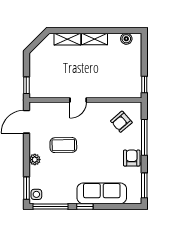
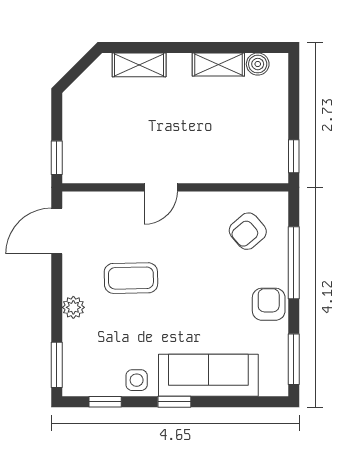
shelving: (95, 39) -> (218, 64), moved
side table: (36, 194) -> (137, 380), moved
window: (51, 206) -> (105, 402), width x0.46

